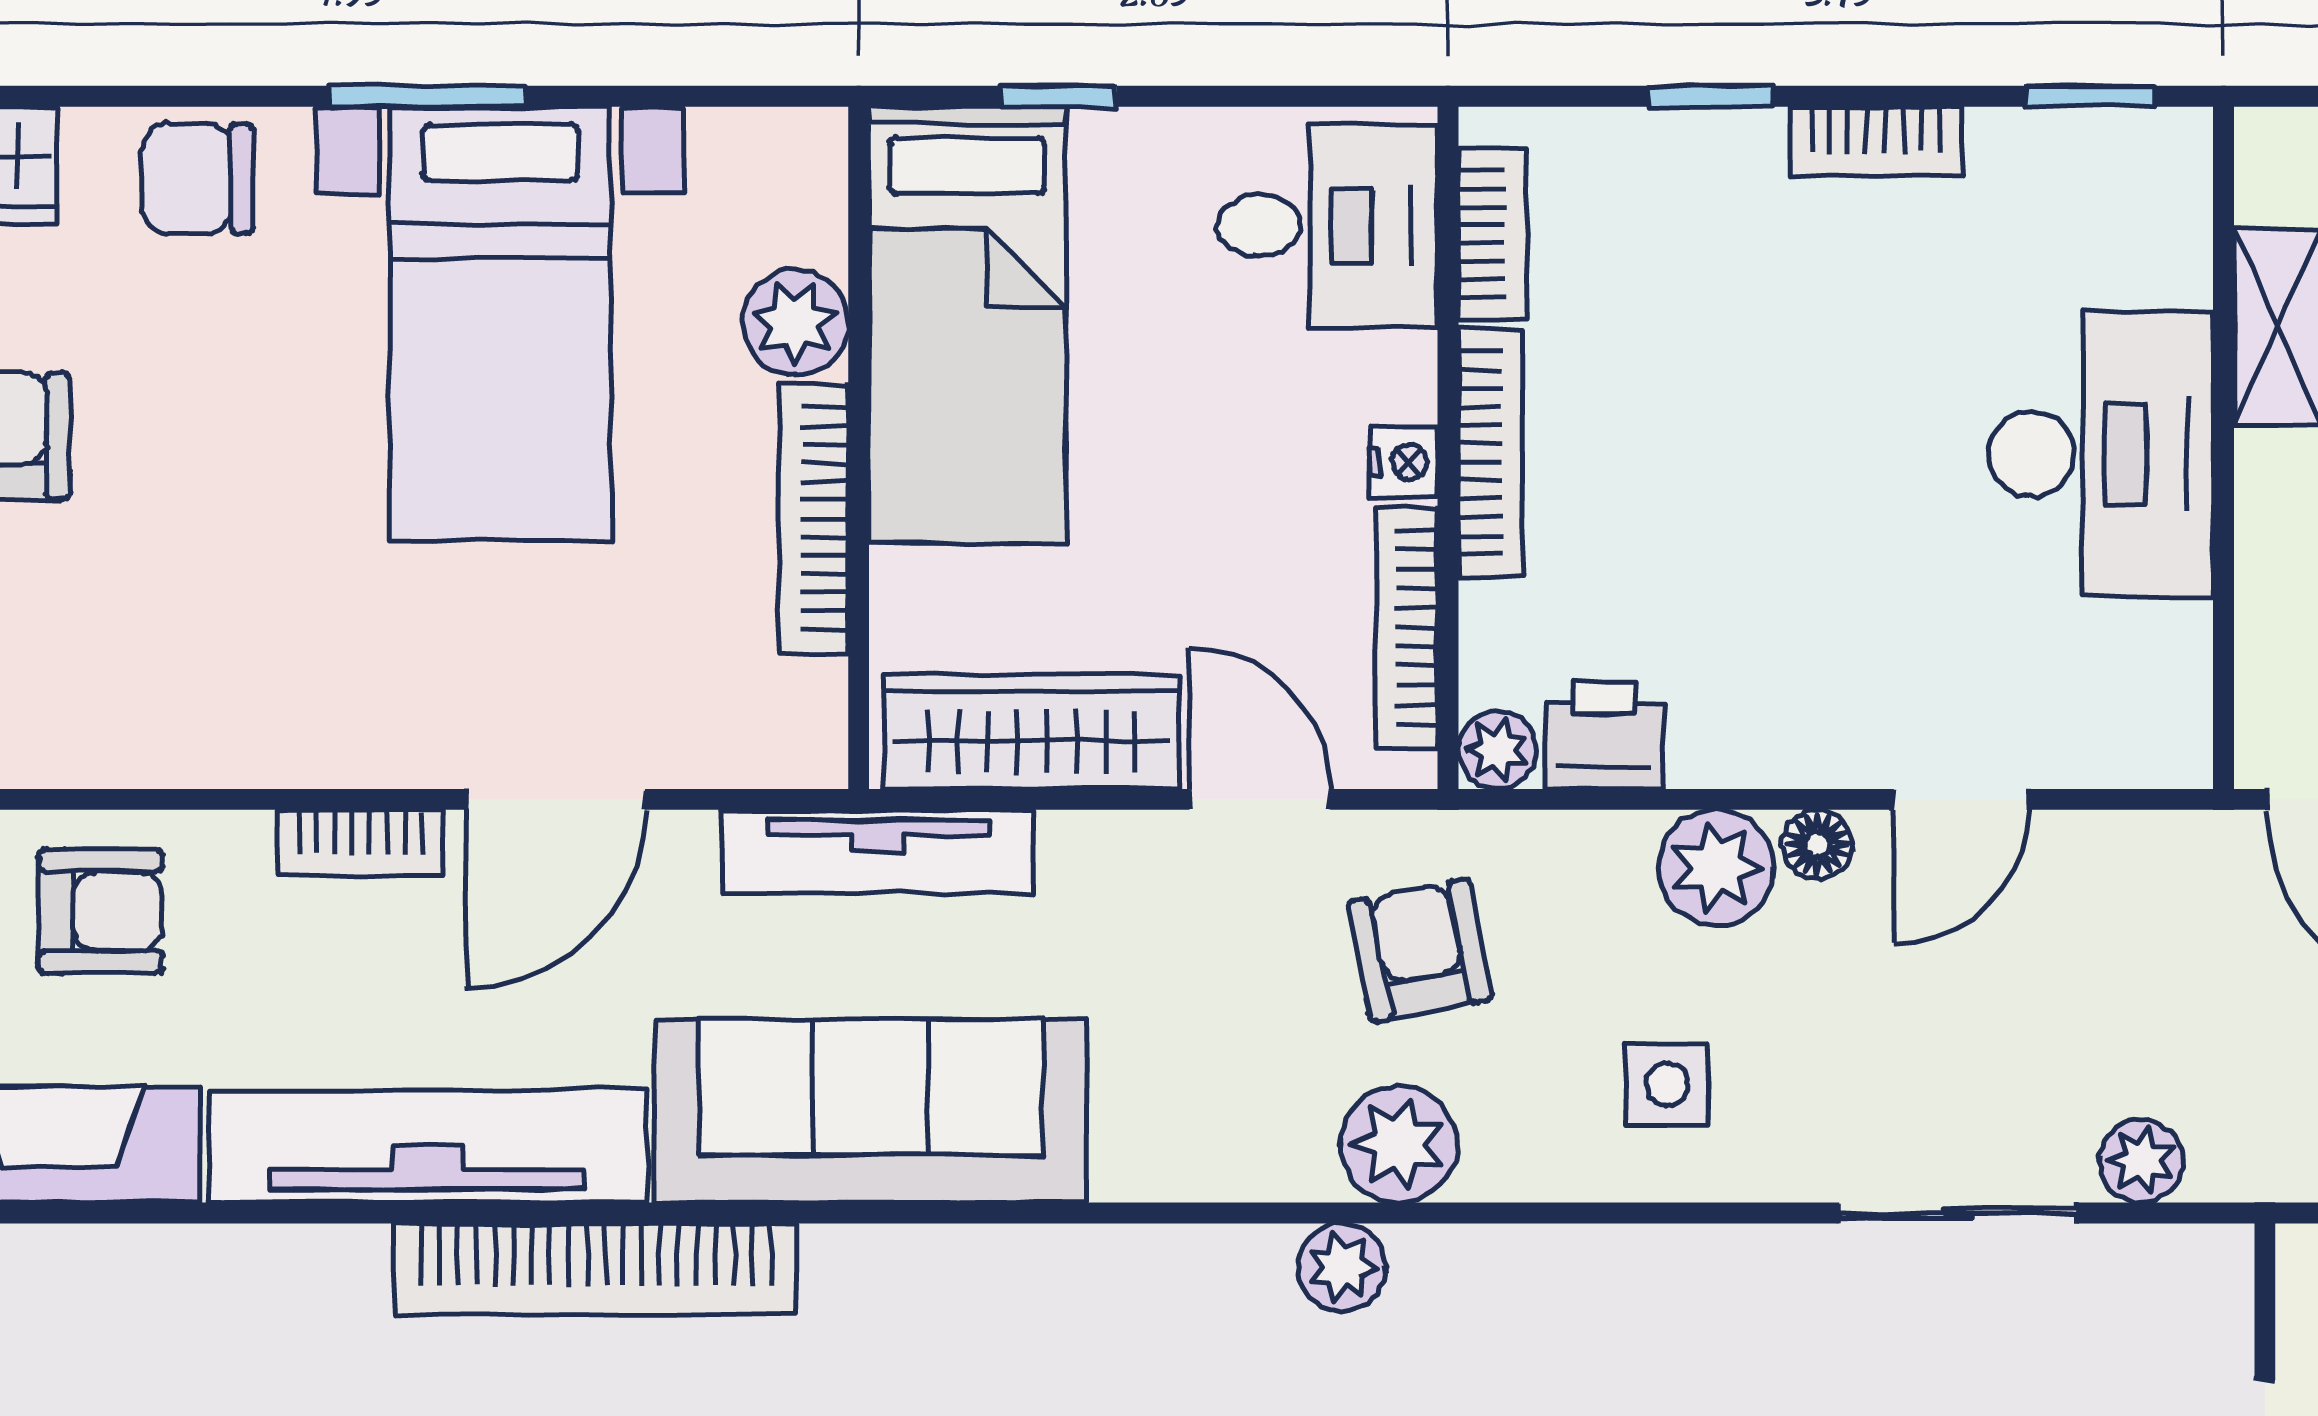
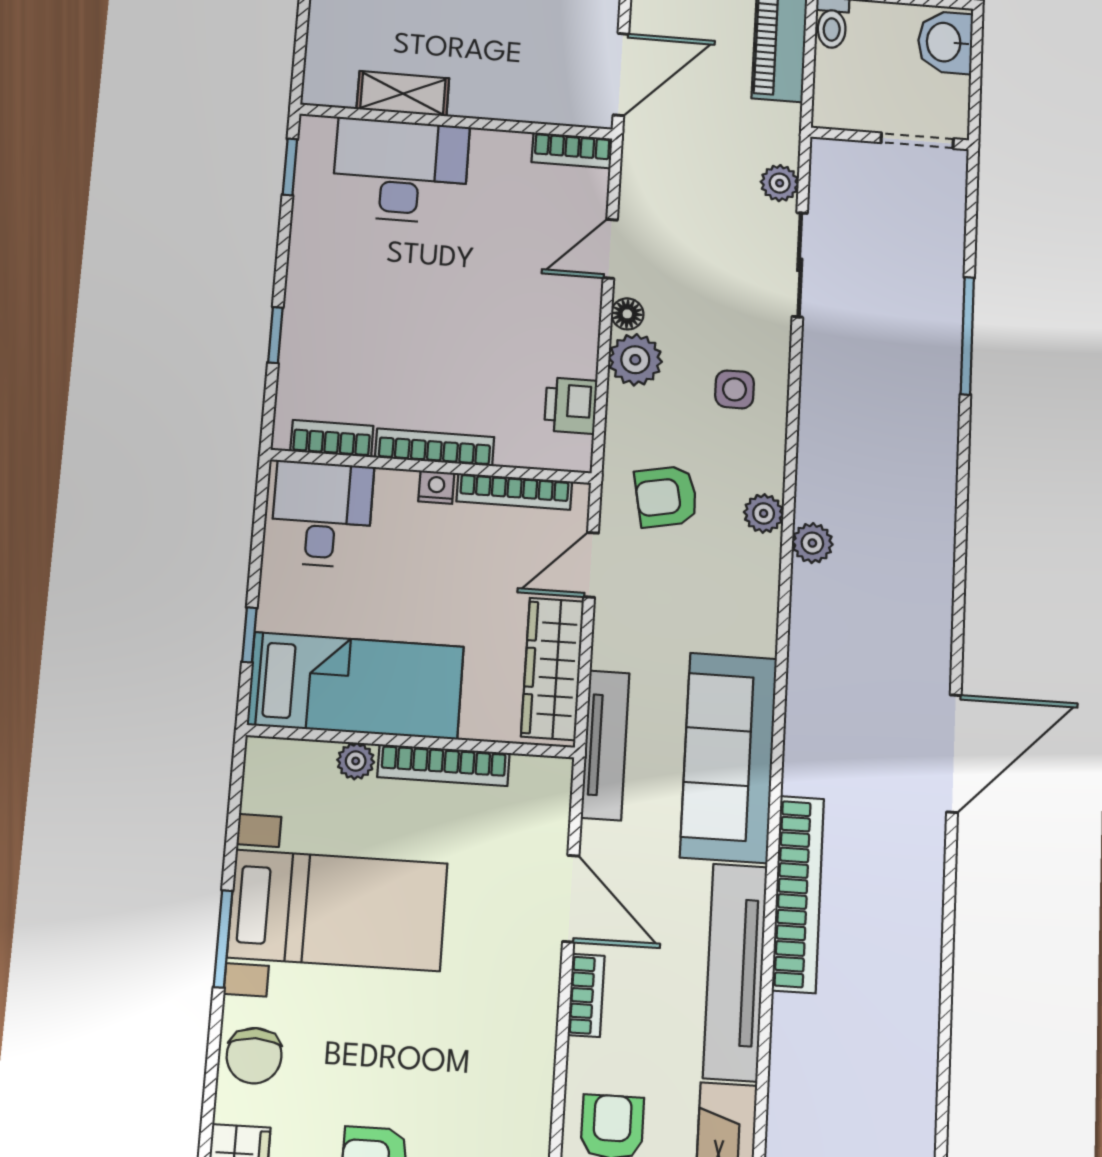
bookcase: (1875, 141) -> (572, 150), moved, turned 90
plant: (795, 322) -> (356, 761), width x0.73, depth x0.73
desk: (2101, 454) -> (401, 171), moved
plant: (1497, 750) -> (575, 454), removed
door: (1961, 799) -> (610, 249), swing flipped
plant: (1399, 1144) -> (764, 513), width x0.73, depth x0.73

